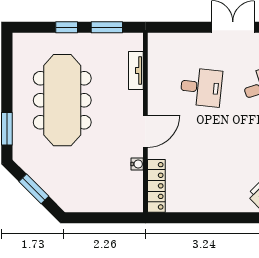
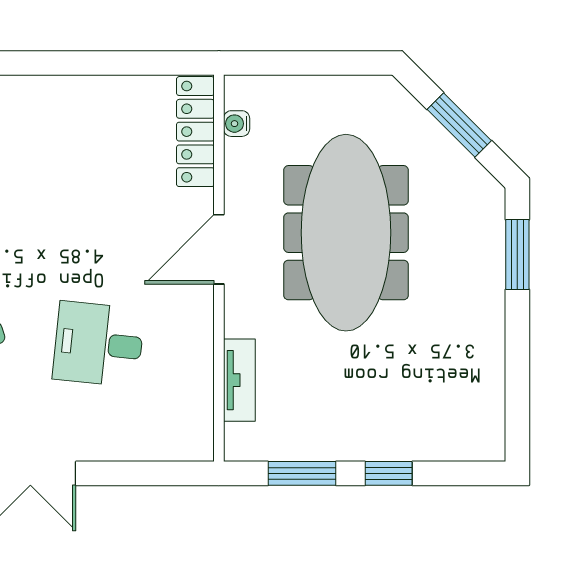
meeting table: (62, 100) -> (346, 233), moved
water cooler: (137, 164) -> (237, 124), moved

